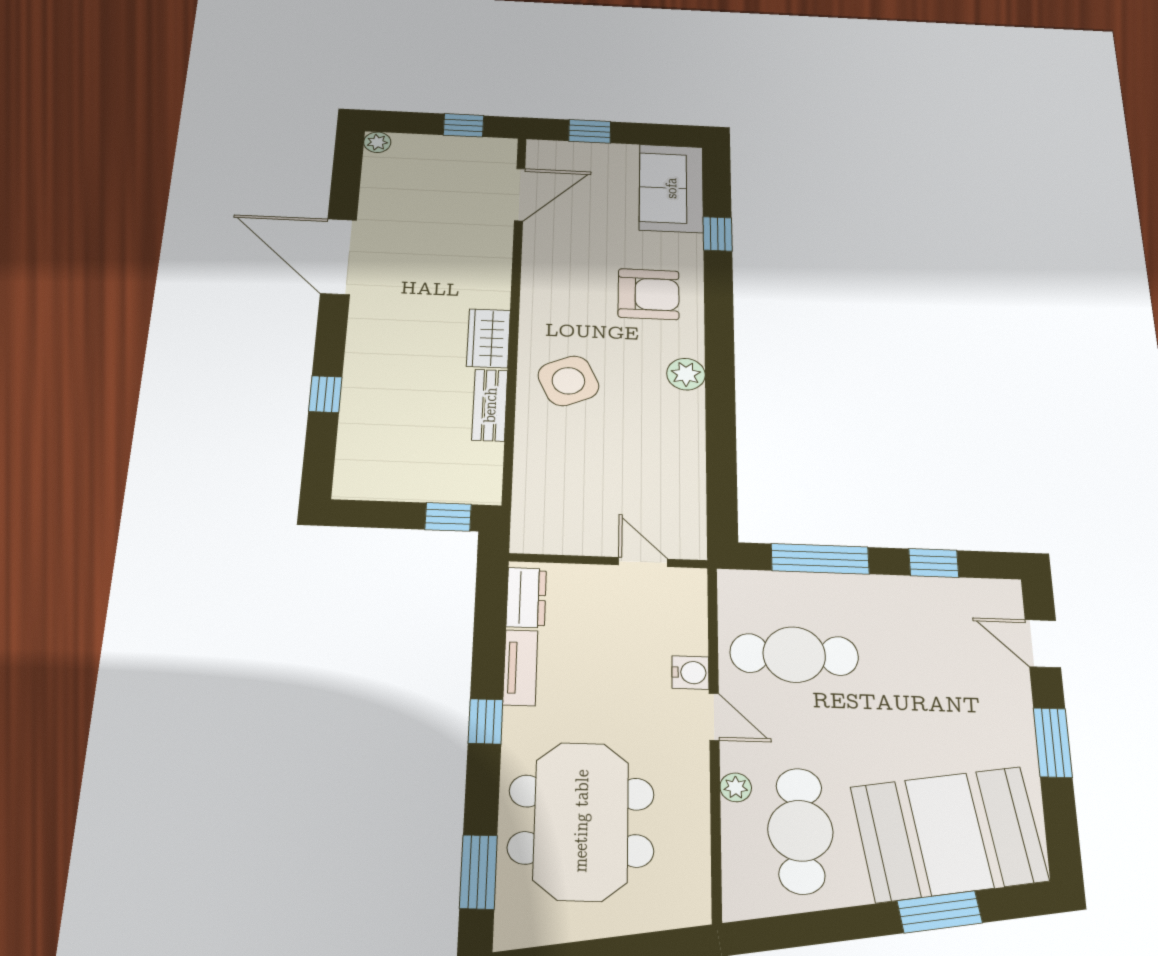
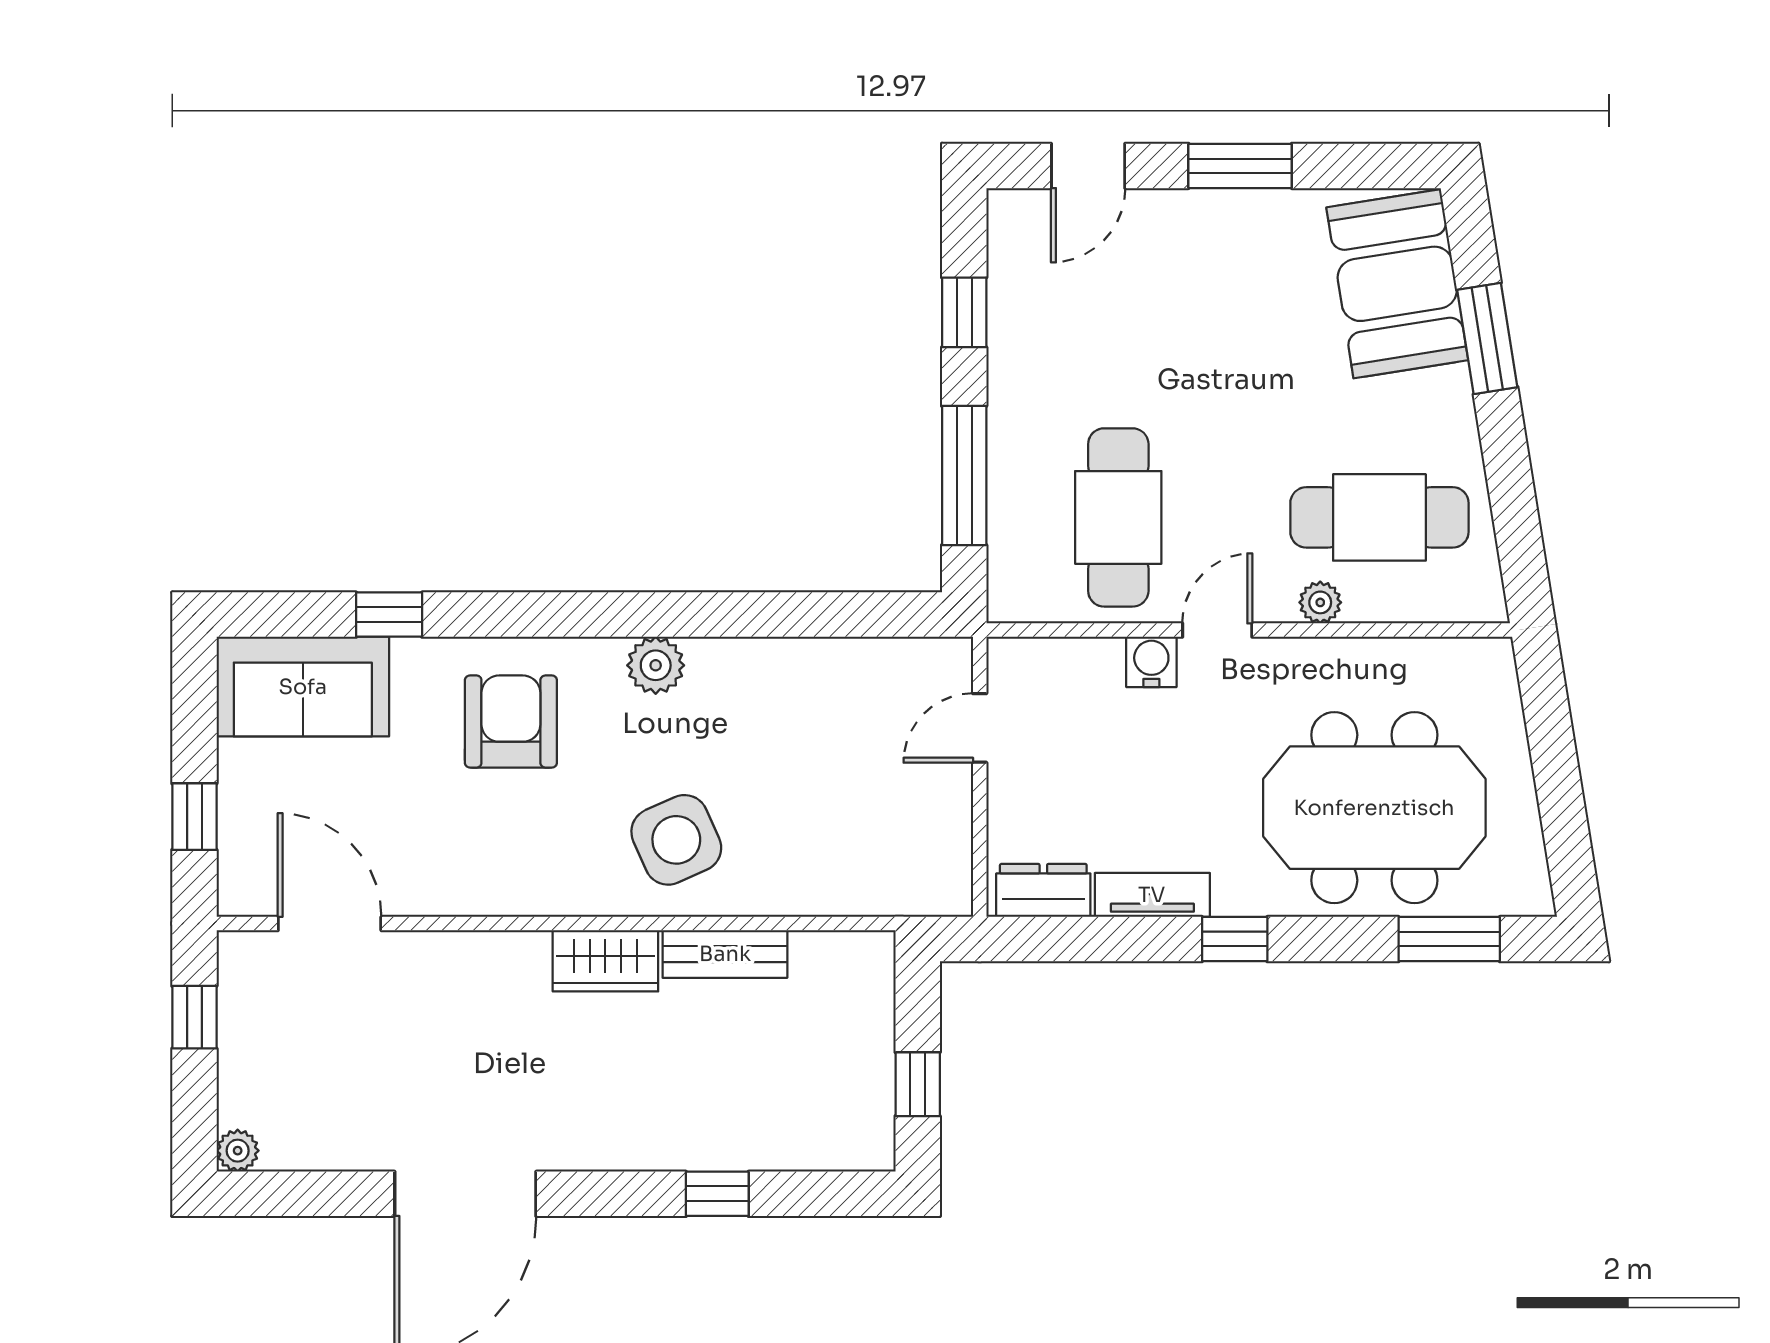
window: (448, 517) -> (918, 1084), moved
booth: (949, 834) -> (1397, 284), width x0.73, depth x0.70

